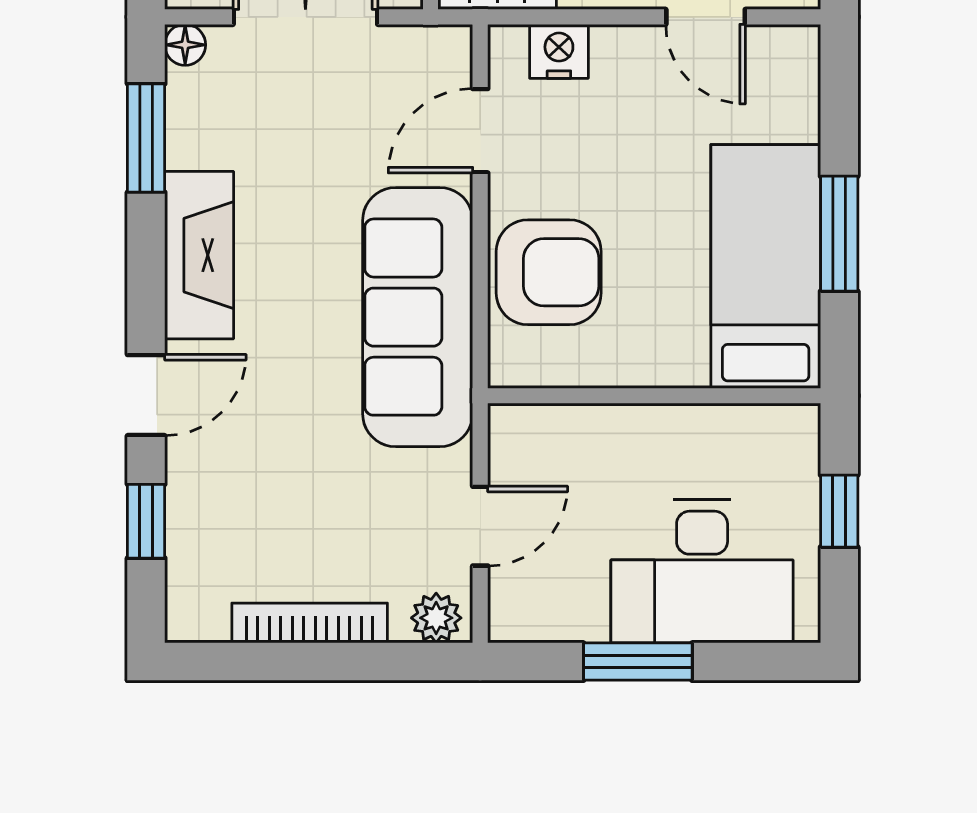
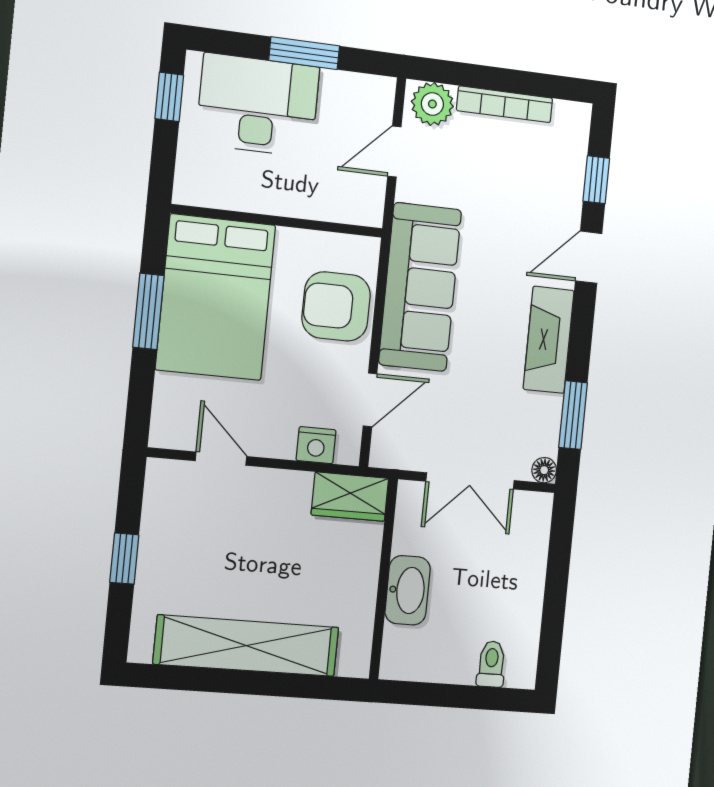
bed: (766, 266) -> (216, 297), width x1.50
window: (839, 511) -> (169, 97), moved
plant: (436, 618) -> (432, 104), width x1.38, depth x1.38

